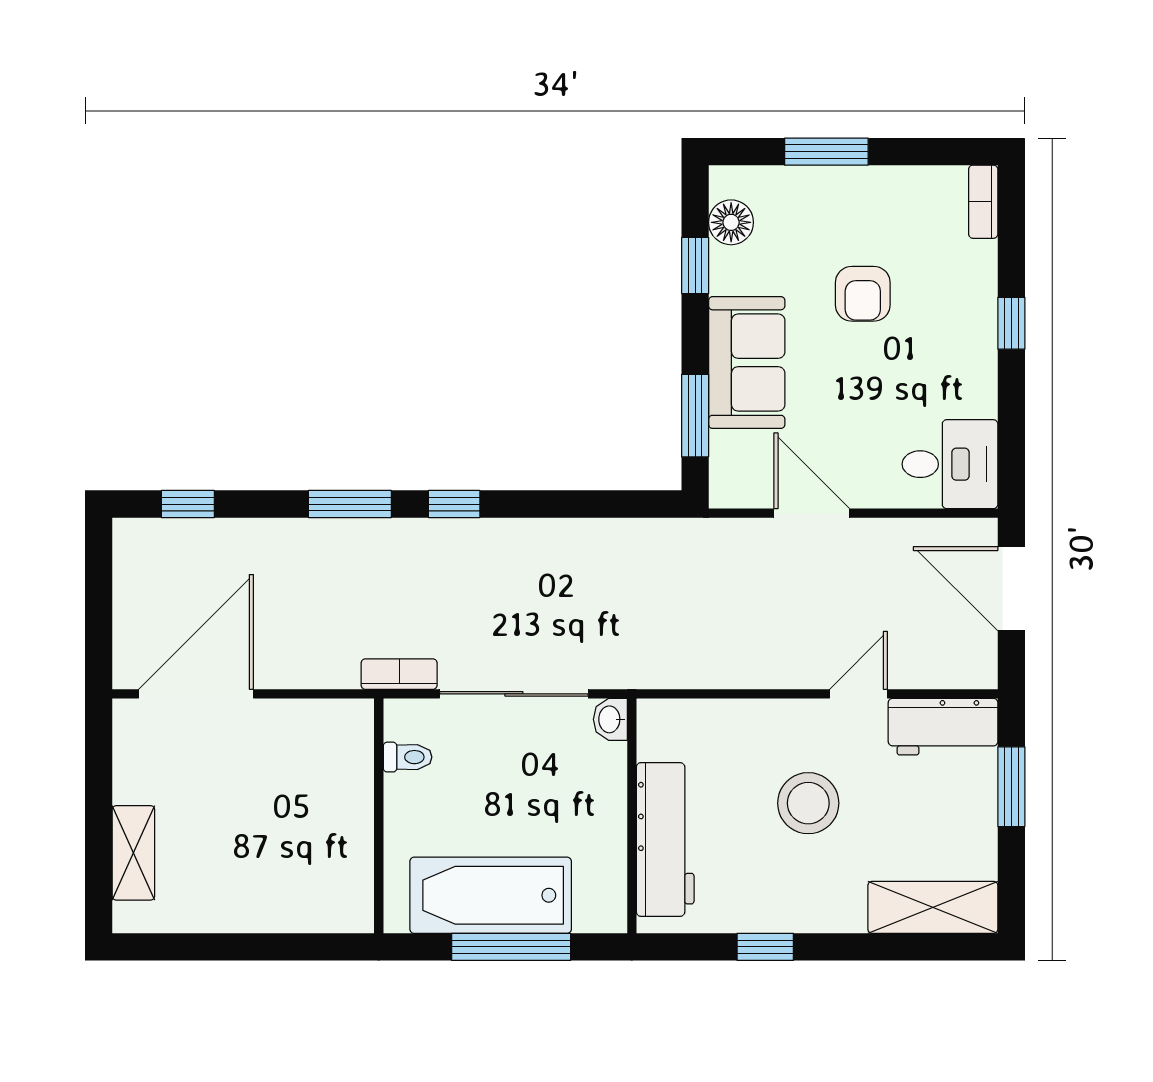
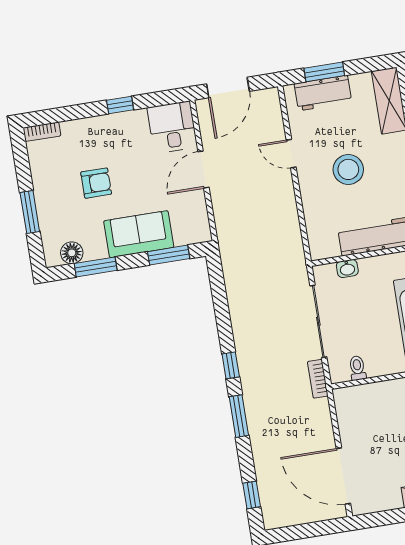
window: (695, 266) -> (96, 267), width x1.50
window: (1011, 323) -> (120, 105), moved
door: (812, 513) -> (203, 170), moved
washbasin: (610, 719) -> (347, 268), moved
workbench: (943, 727) -> (323, 93), moved, turned 90

